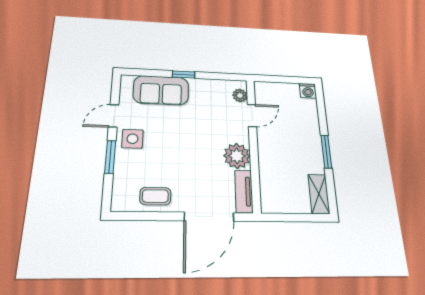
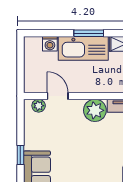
washing machine: (308, 91) -> (50, 44), moved, turned 90
kitchen sink: (308, 145) -> (83, 48), added

